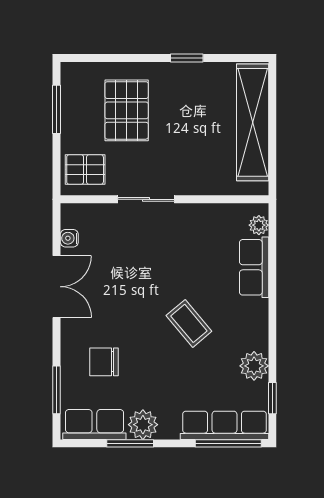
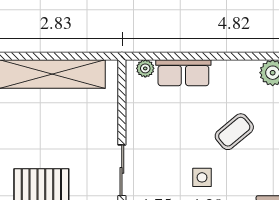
side table: (138, 288) -> (202, 177), added

